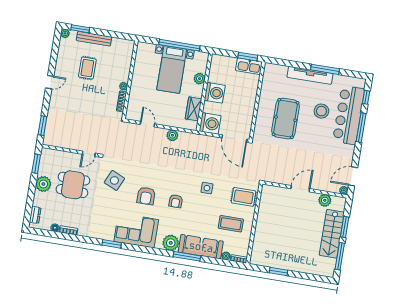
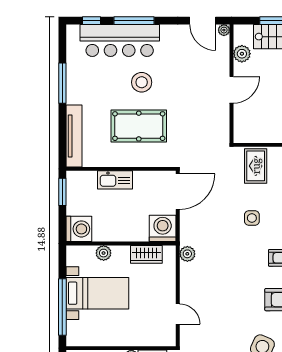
window: (179, 45) -> (62, 307), moved
kitchen sink: (249, 66) -> (115, 180), moved, turned 90
tv unit: (310, 75) -> (74, 136), moved
washing machine: (215, 93) -> (79, 229), moved, turned 90
stool: (321, 111) -> (142, 82), moved
door: (147, 124) -> (178, 314), swing flipped
plant: (172, 135) -> (187, 254), moved
door: (300, 189) -> (232, 90), swing flipped

